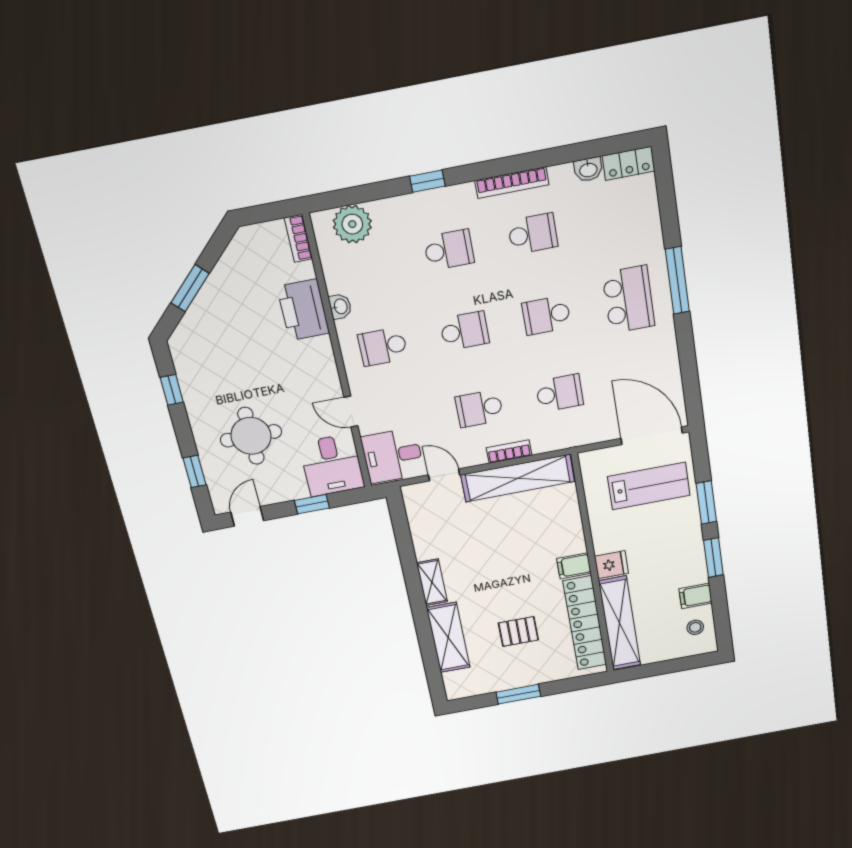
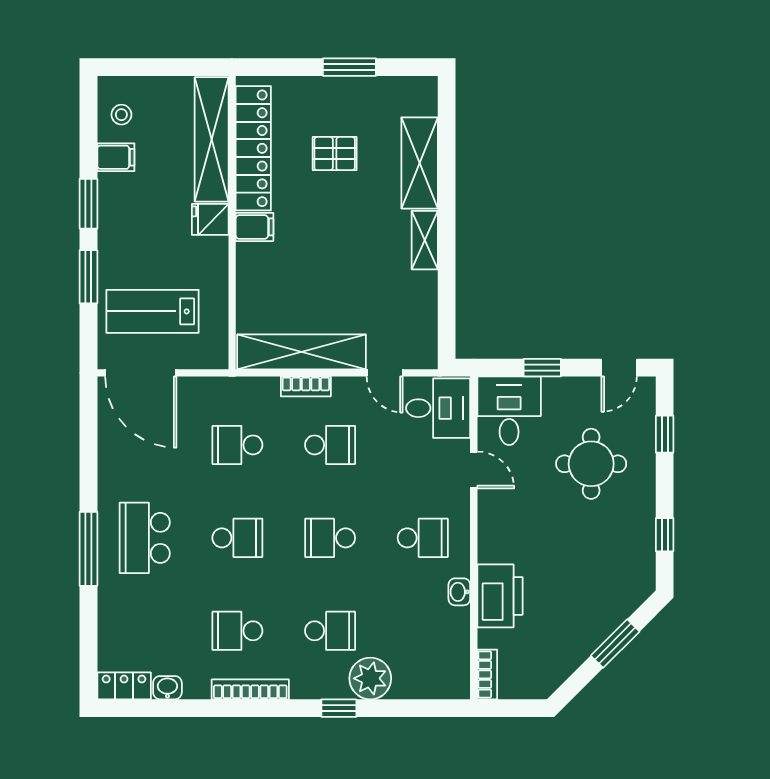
plant: (352, 224) -> (370, 678), moved
school desk: (449, 250) -> (330, 631), turned 180

